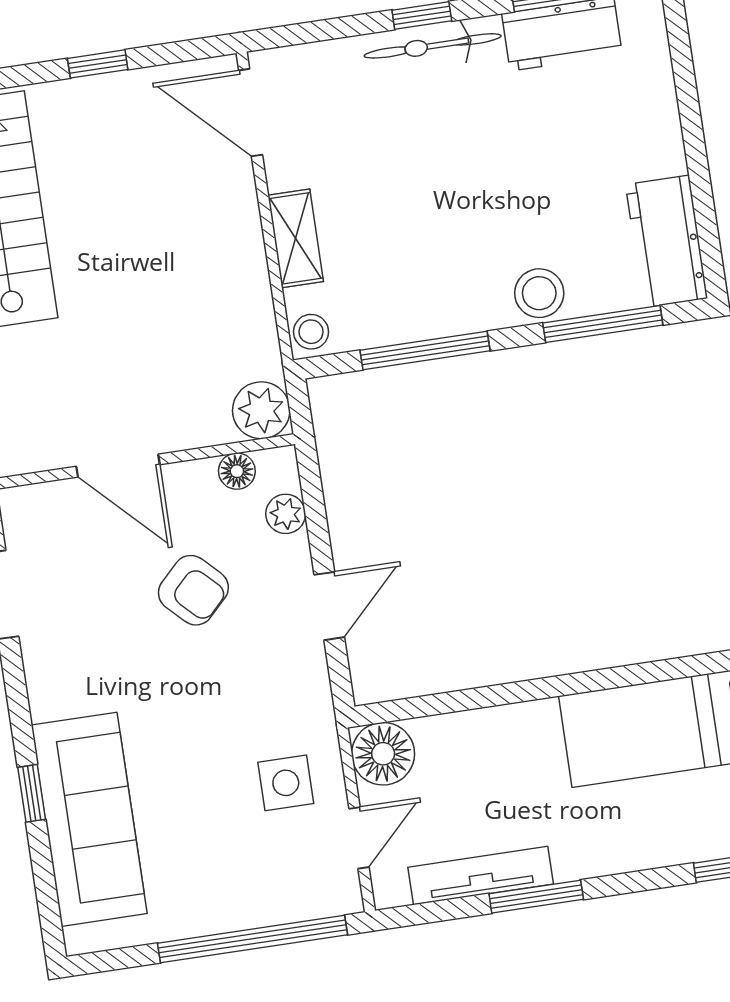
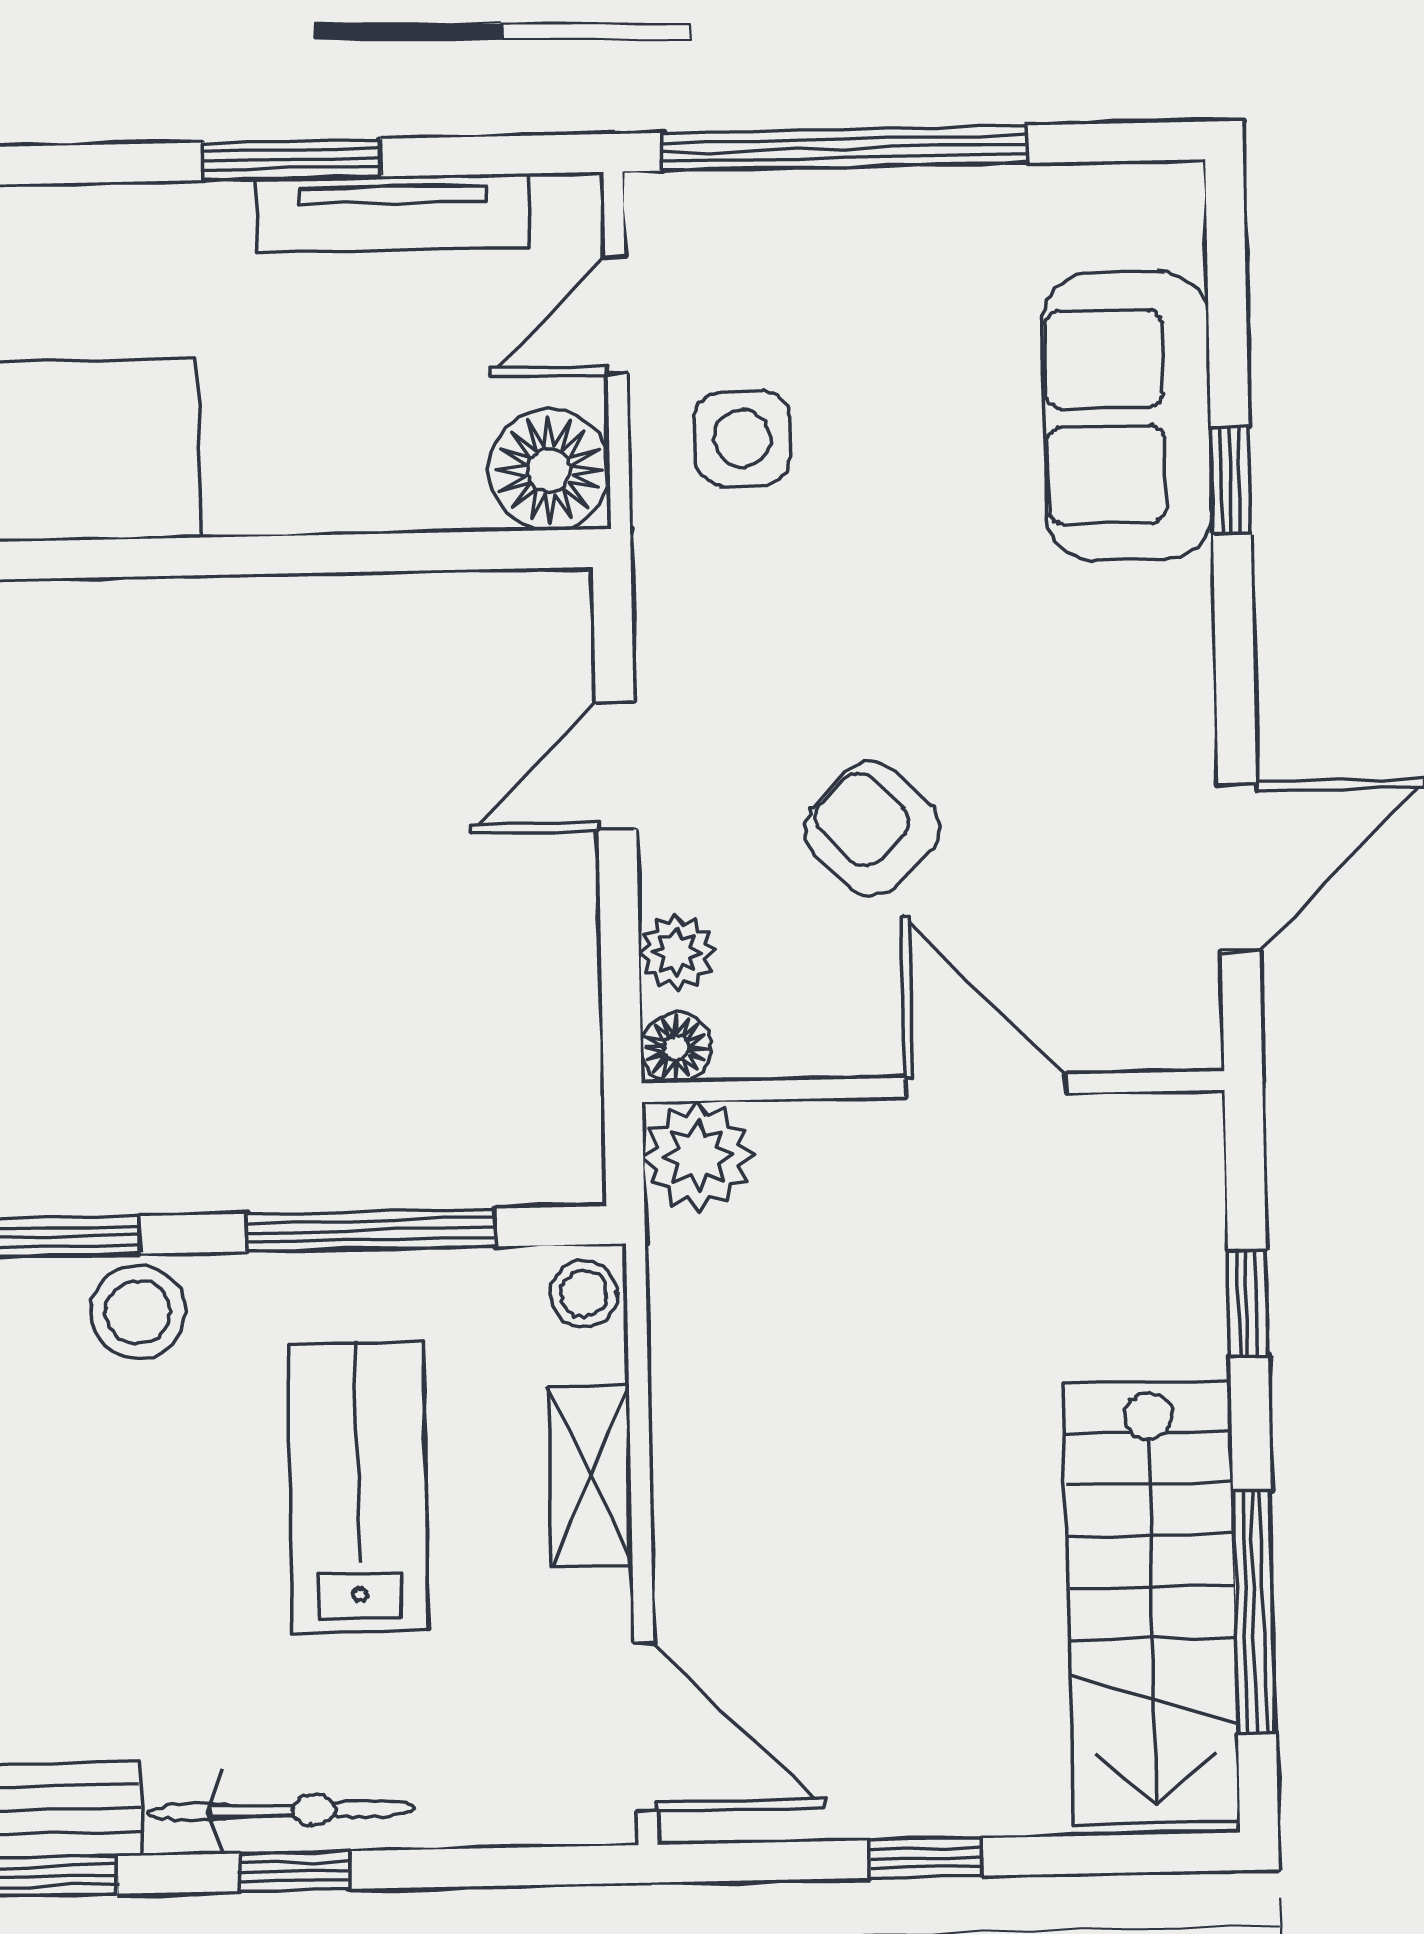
lab bench: (415, 217) -> (358, 1487), added
floor lamp: (237, 471) -> (676, 1047), moved
sofa: (89, 819) -> (1127, 417), width x0.73

